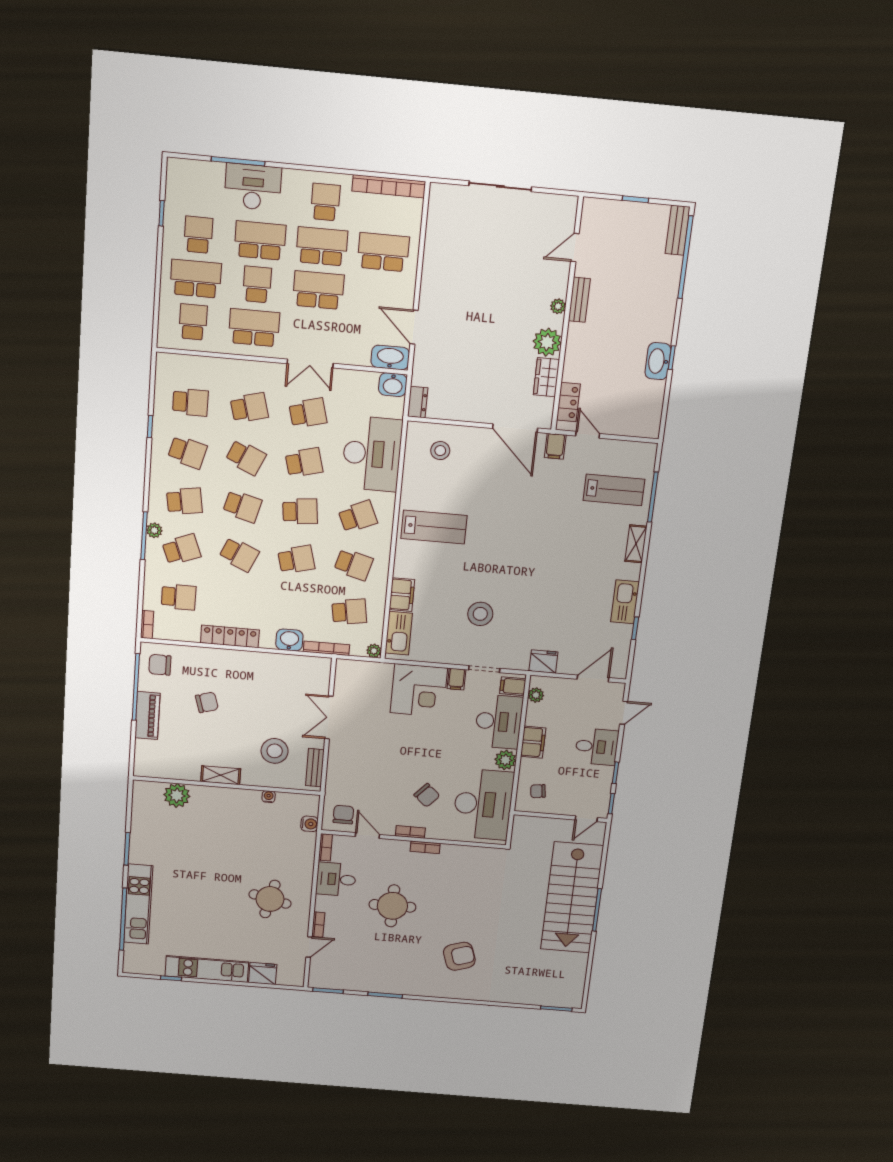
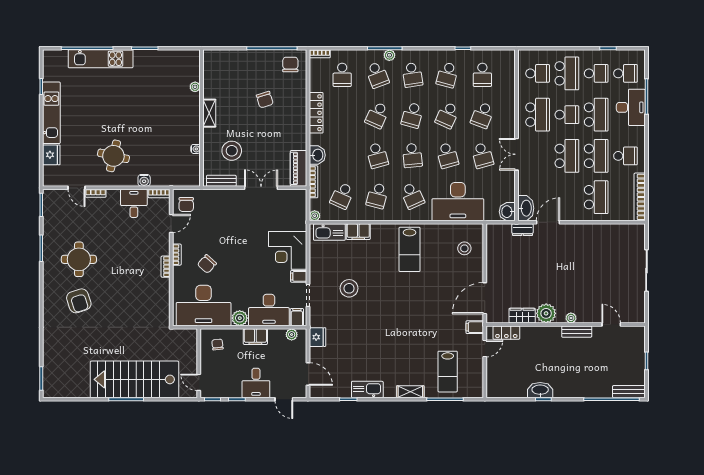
school desk: (201, 190) -> (626, 73), added
dresser: (418, 402) -> (523, 230), moved
school desk: (249, 408) -> (482, 115), turned 36
school desk: (349, 612) -> (342, 196), turned 33
piano: (147, 716) -> (299, 168), moved, turned 90
plant: (177, 795) -> (195, 87), width x0.53, depth x0.53
chair: (343, 815) -> (186, 205), turned 90
water cooler: (309, 824) -> (144, 180), moved
round table: (392, 906) -> (79, 259), moved

